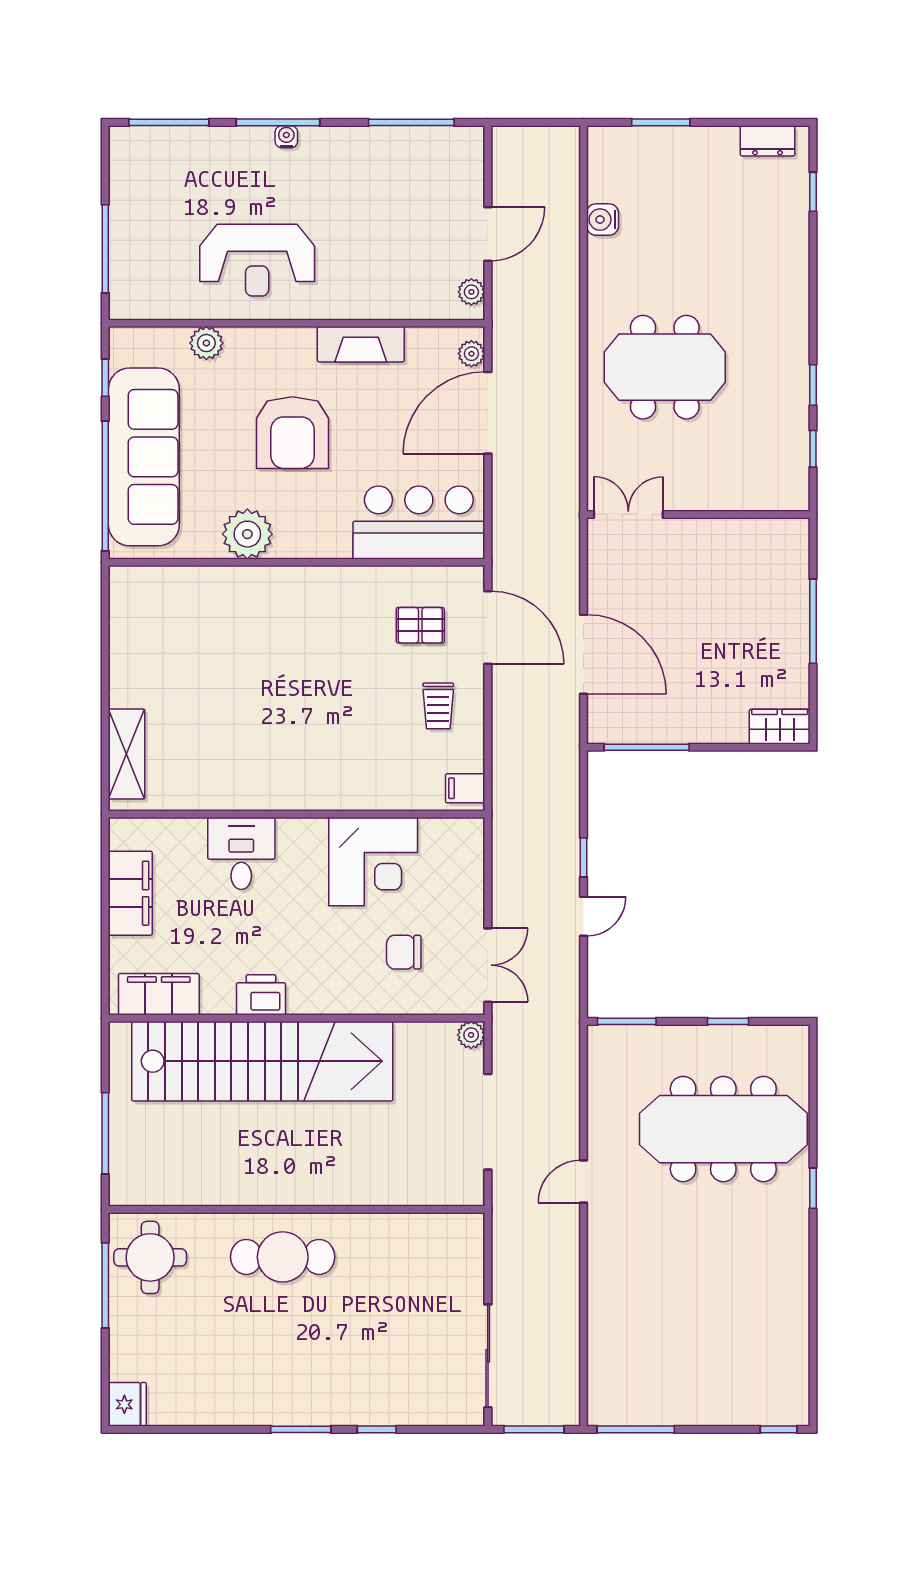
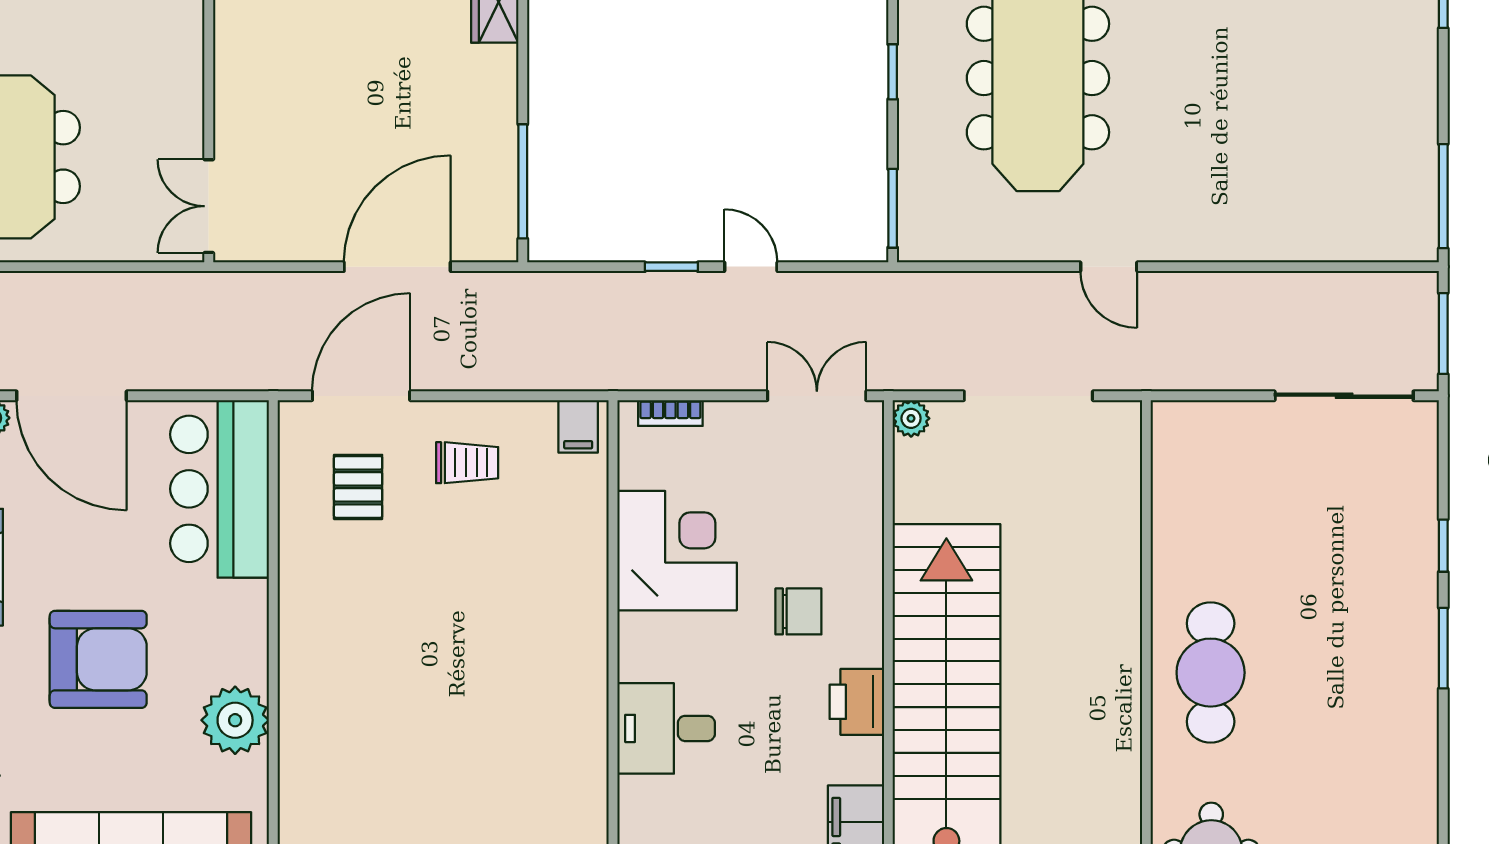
bookcase: (475, 857) -> (670, 413), added
chair: (404, 952) -> (798, 611), moved, turned -90

